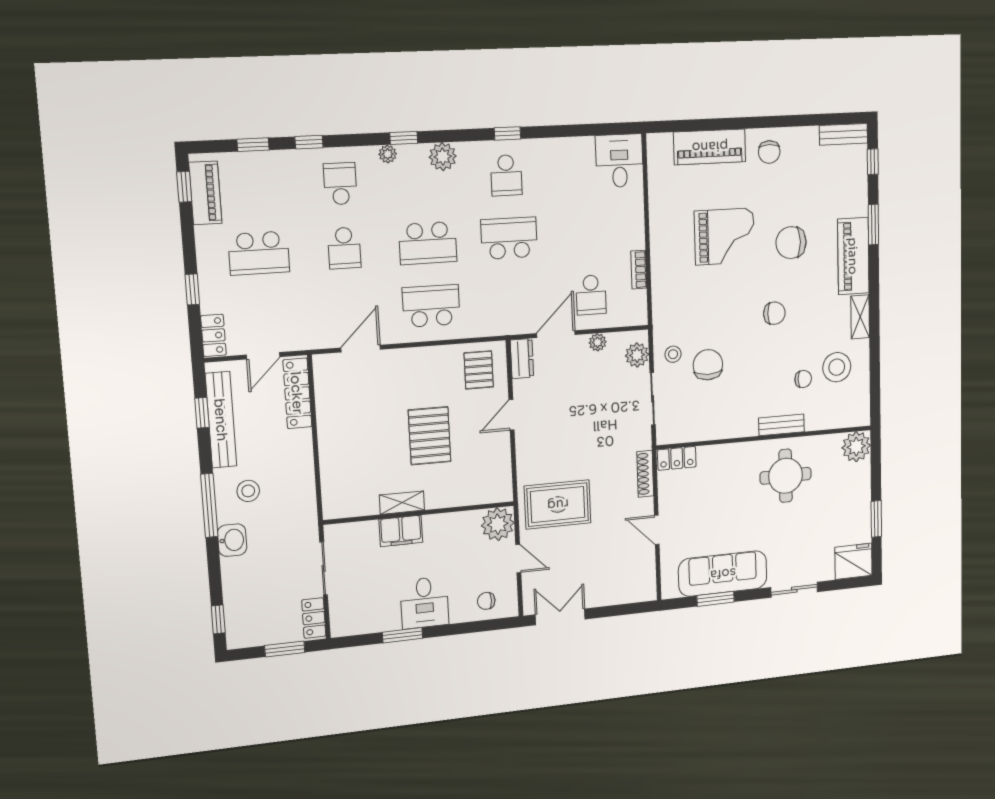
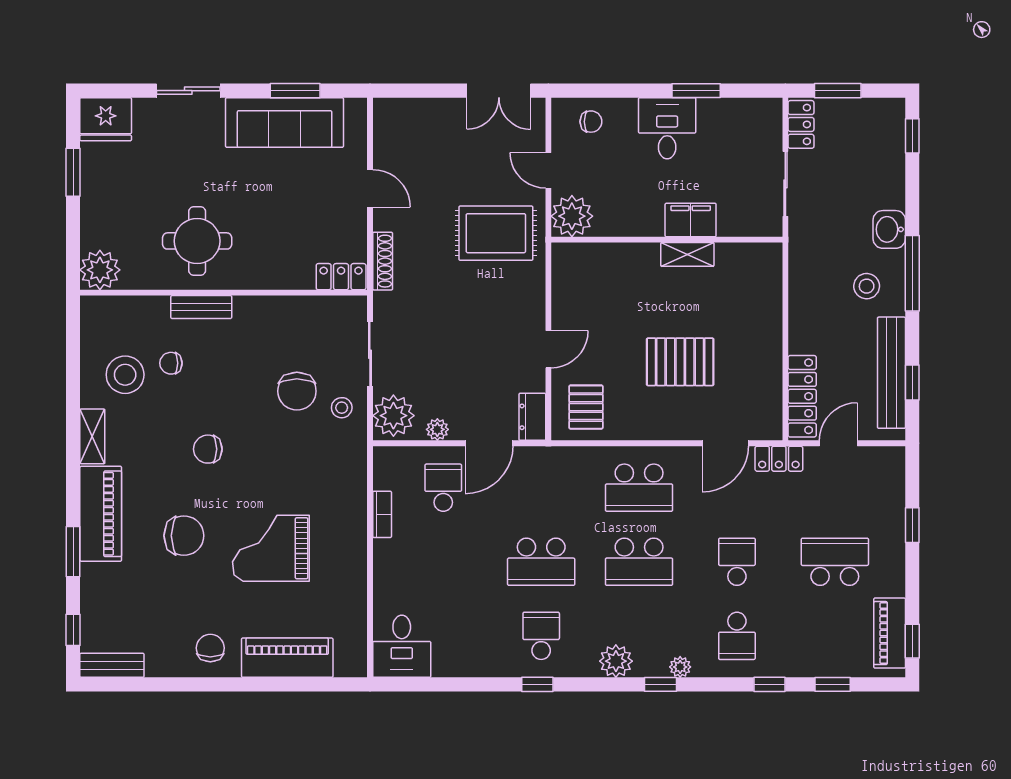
school desk: (428, 243) -> (639, 562), turned 180
locker: (213, 335) -> (779, 459), moved, turned -90
plant: (637, 355) -> (393, 416), width x1.36, depth x1.36
pallet: (430, 436) -> (680, 362), moved, turned 90

